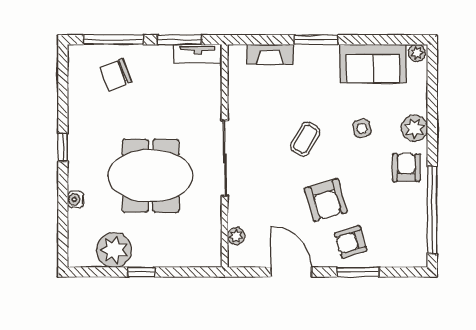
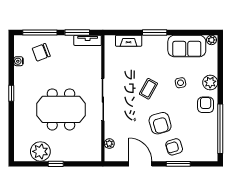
water cooler: (76, 200) -> (19, 61), moved

